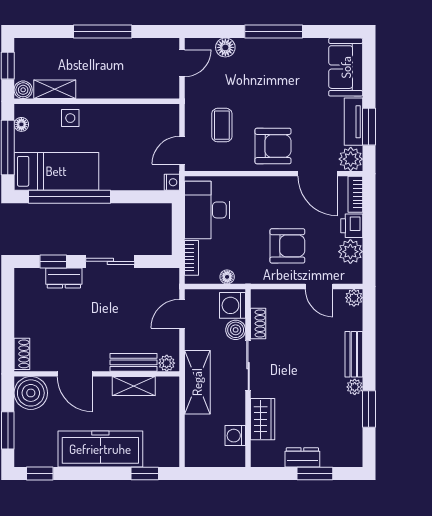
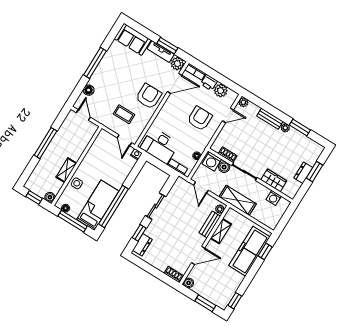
shelving: (55, 89) -> (66, 170), moved
dresser: (64, 278) -> (142, 245), moved
boiler: (31, 393) -> (189, 283), width x0.54, depth x0.54
freezer: (100, 449) -> (249, 251), moved

